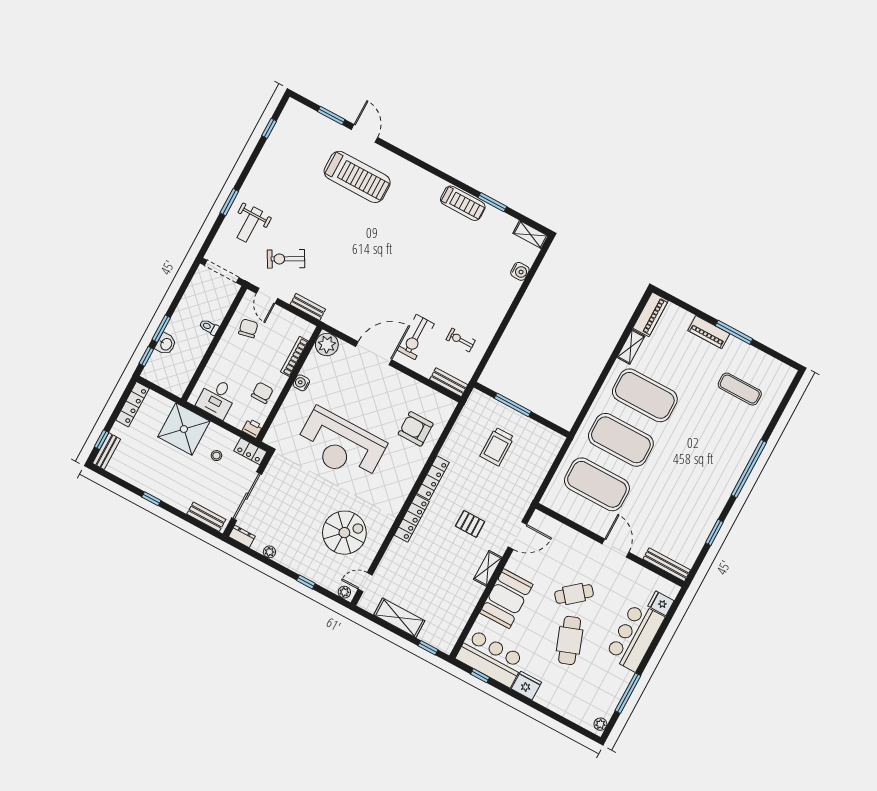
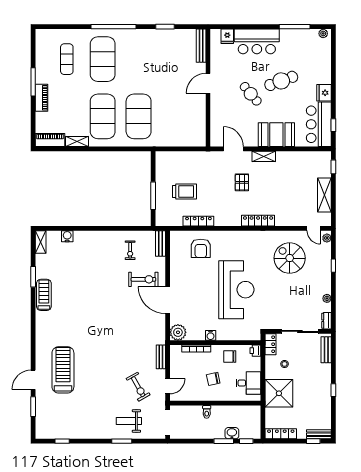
weight bench: (250, 225) -> (129, 421), turned 180
chair: (248, 328) -> (213, 379), moved
locker: (433, 478) -> (198, 221), moved
exercise mat: (597, 484) -> (103, 59), moved

